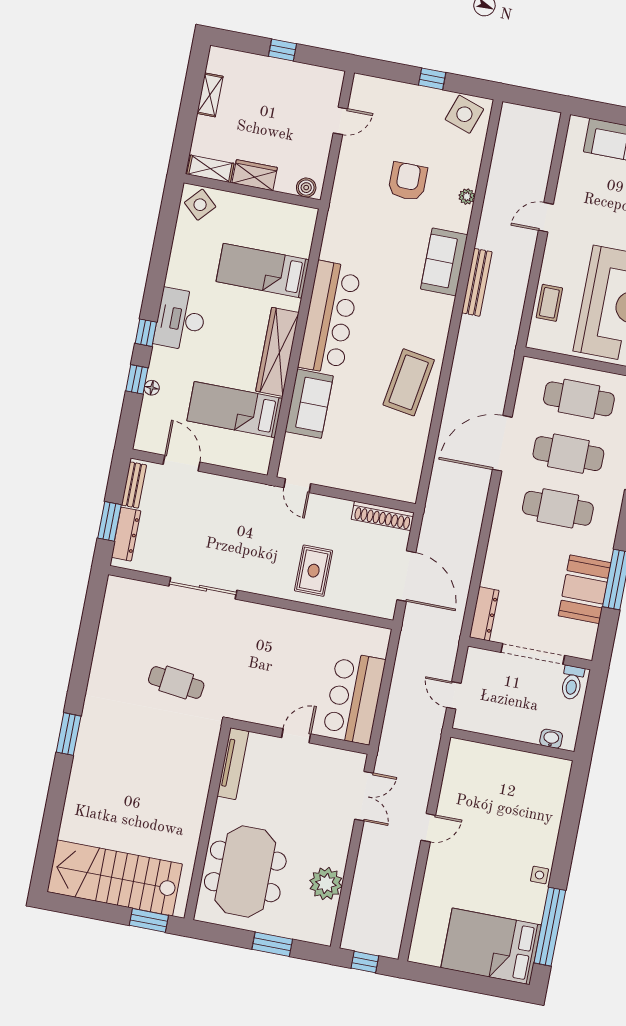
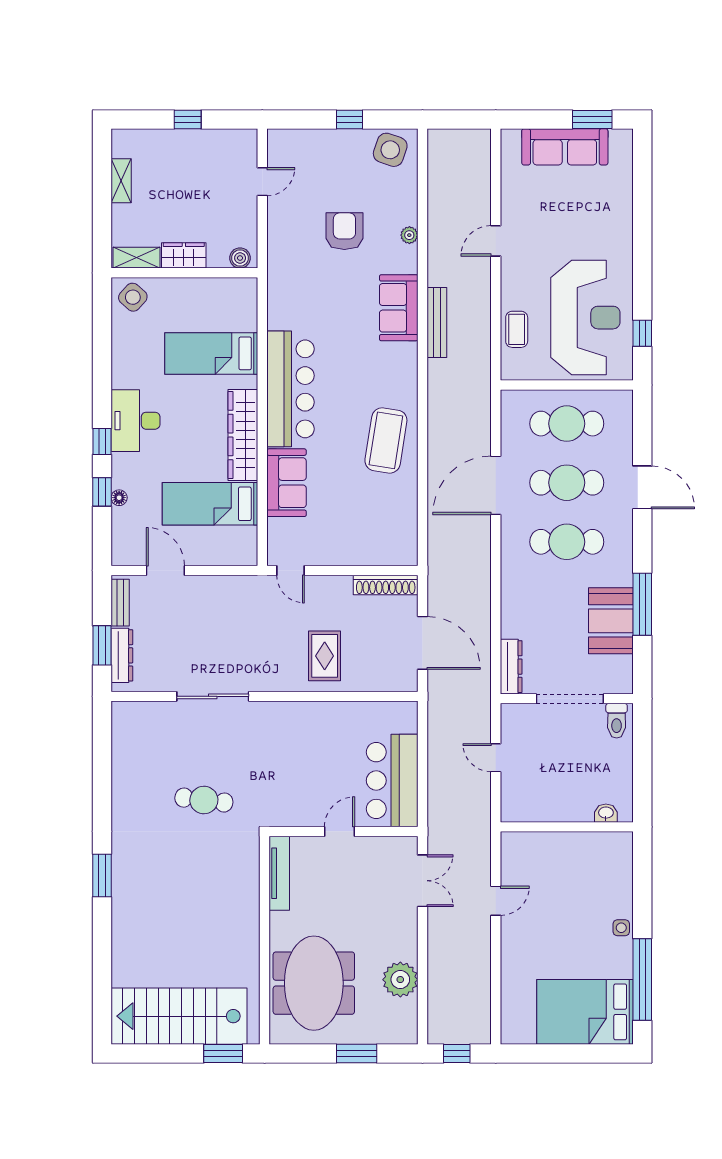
washbasin: (551, 739) -> (606, 813), moved
wall: (512, 744) -> (567, 827), moved

